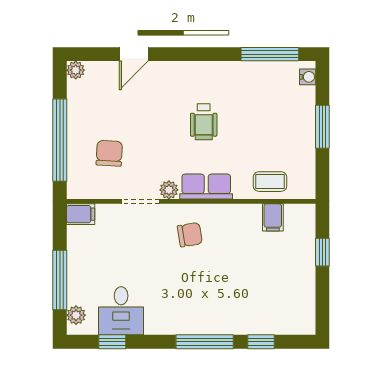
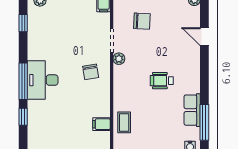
row of seats: (206, 187) -> (192, 110), moved, turned 180
desk: (121, 311) -> (43, 80), moved, width x1.37

